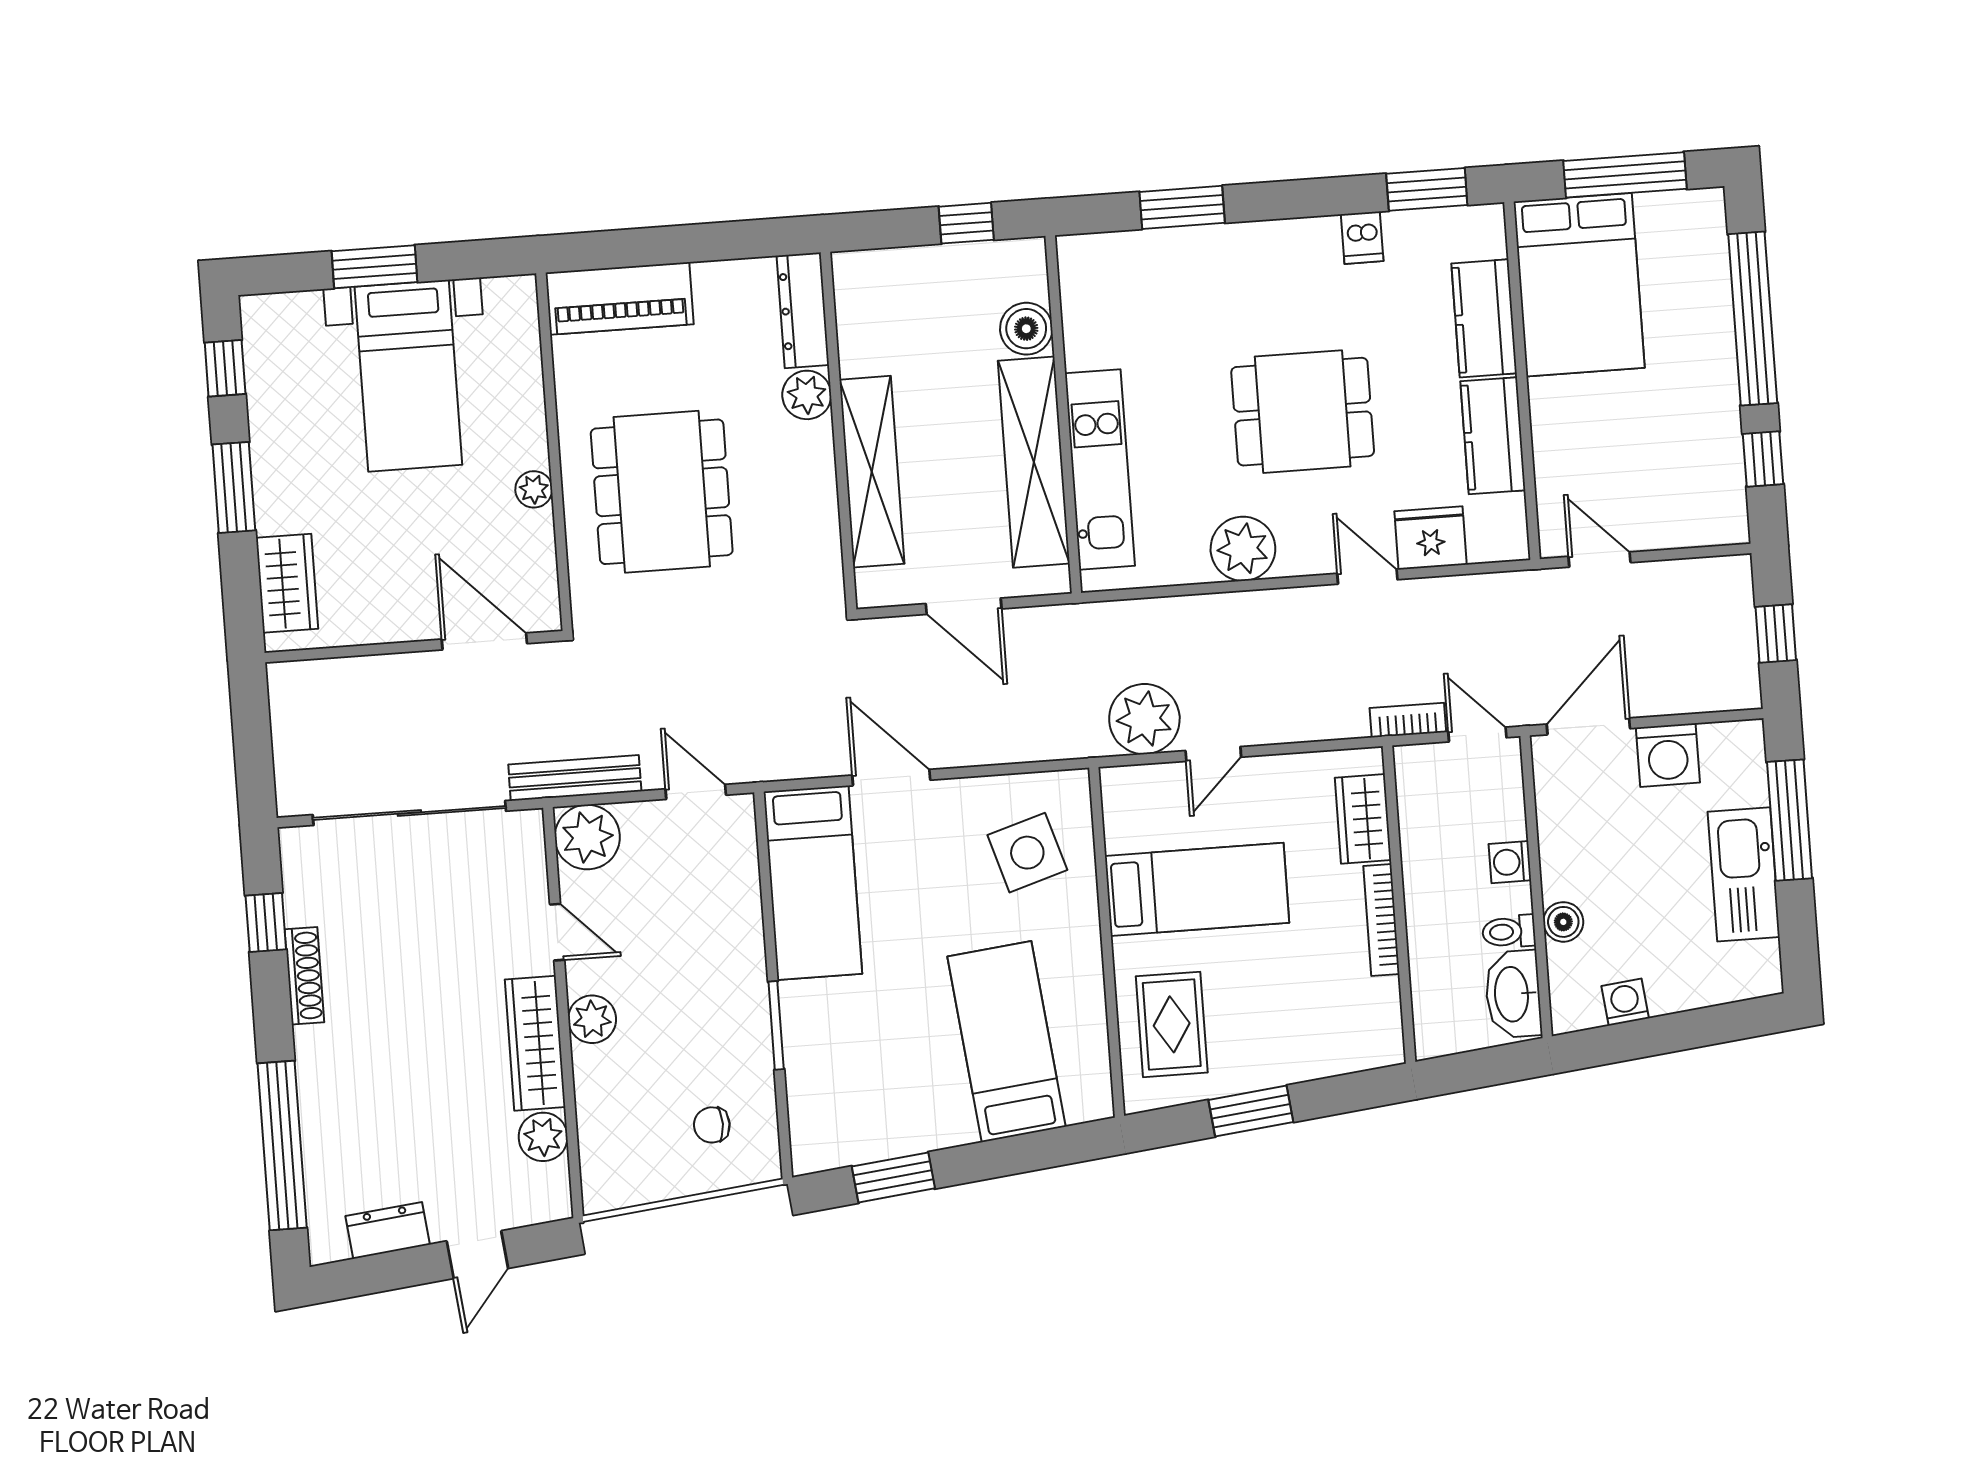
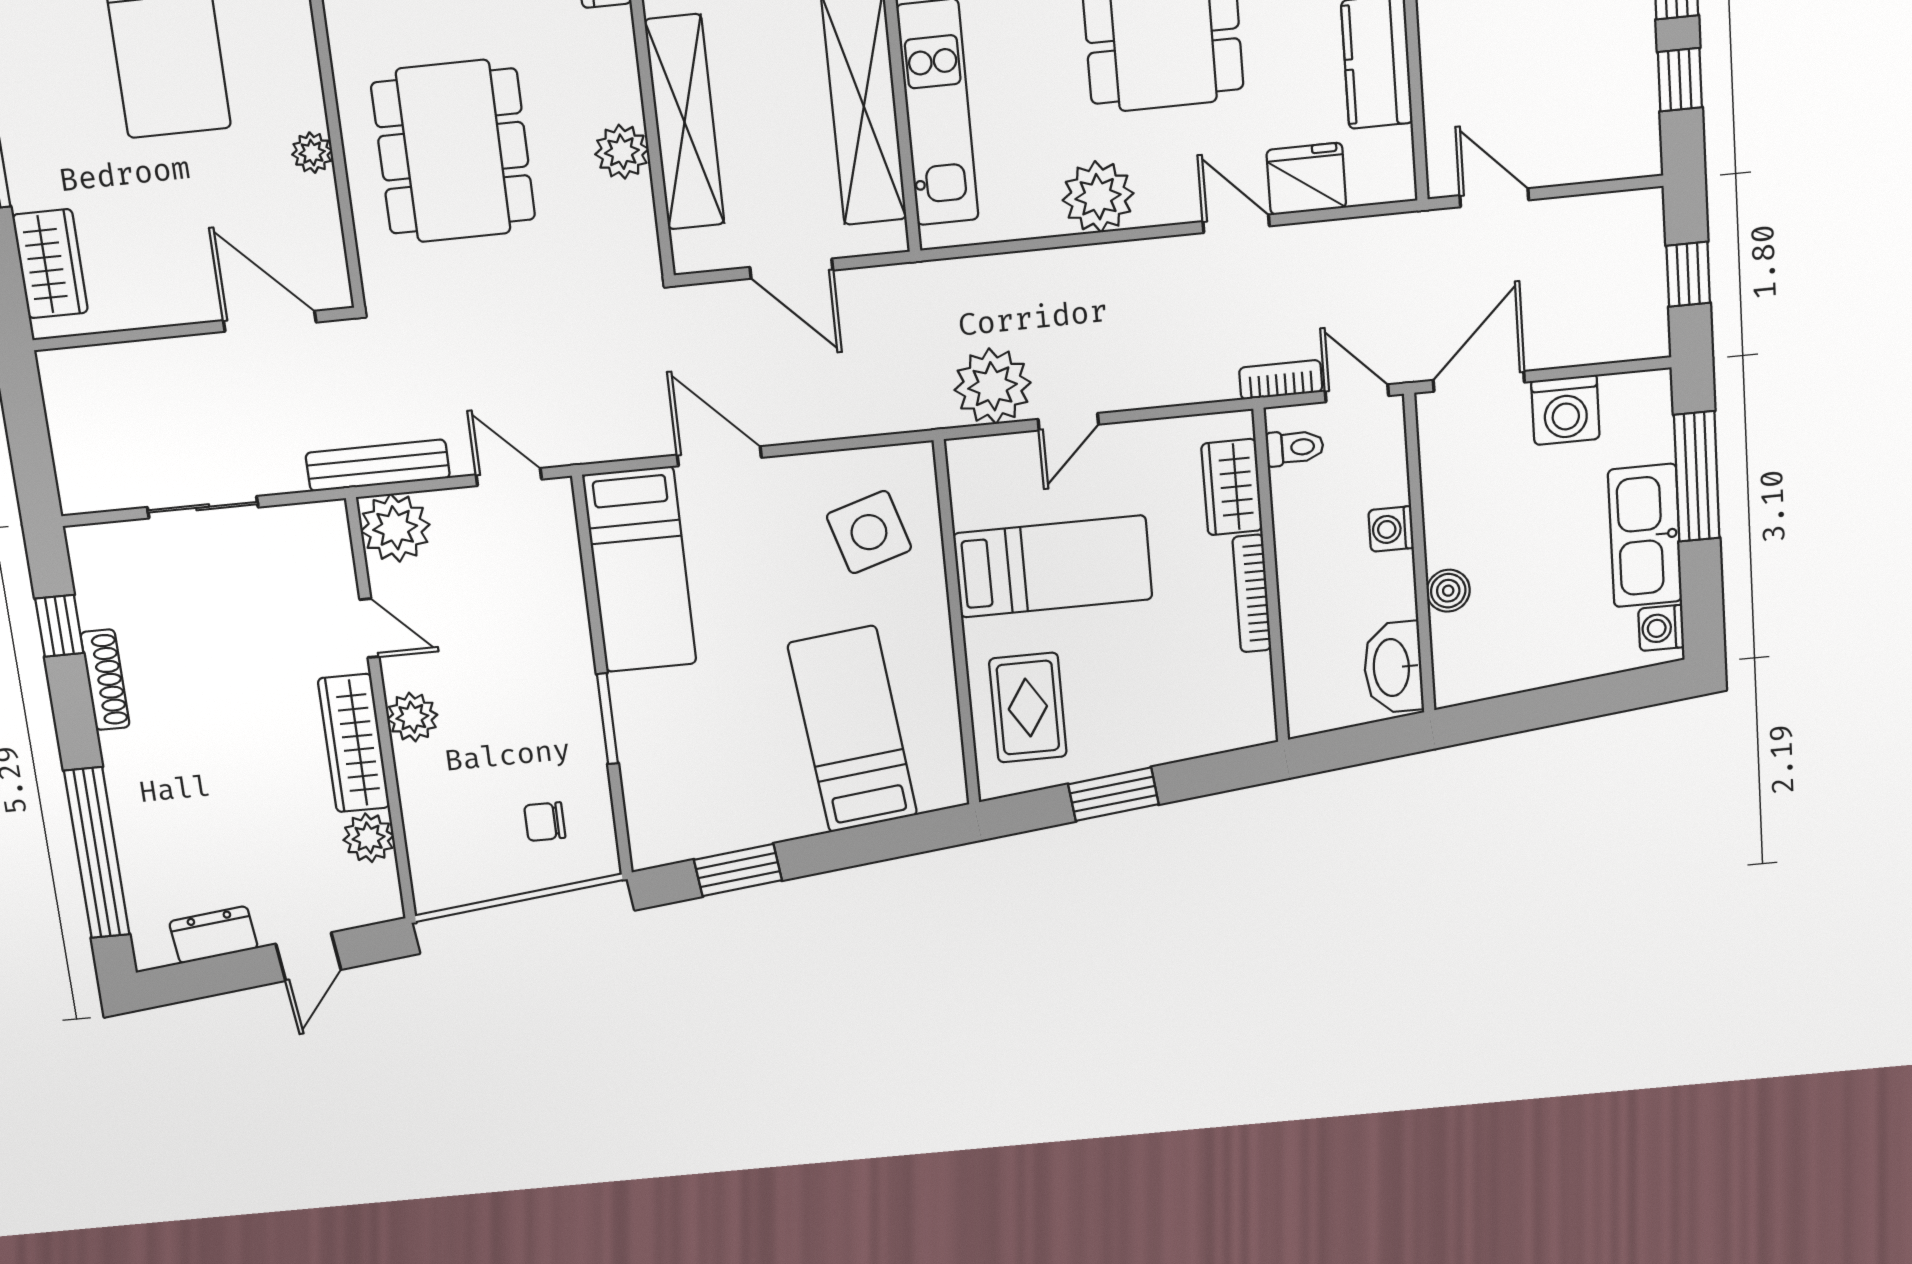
plant: (807, 395) -> (622, 152), moved
sliding door: (409, 813) -> (203, 507), width x0.54
toilet: (1509, 932) -> (1295, 448), moved, turned 180
washing machine: (1625, 1002) -> (1661, 628), moved, turned -84

